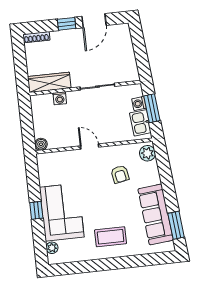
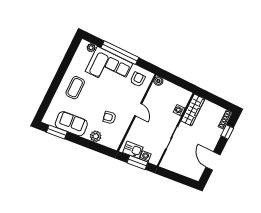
window: (67, 24) -> (227, 132), moved
door: (90, 147) -> (138, 110), hinge flipped
plant: (147, 153) -> (96, 136), moved
armchair: (54, 170) -> (138, 79), added
window: (36, 210) -> (120, 53), width x3.17
sofa: (156, 214) -> (71, 124), width x0.73

